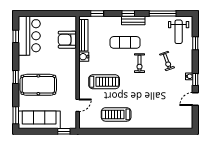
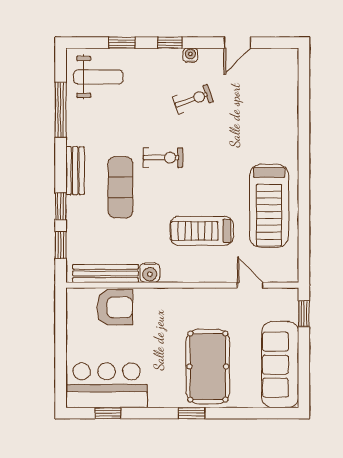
window: (128, 13) -> (61, 206), moved
armchair: (67, 40) -> (115, 307), turned -90
exercise bike: (167, 61) -> (193, 99), moved
window: (195, 80) -> (170, 43), moved
treadmill: (104, 82) -> (202, 231), turned -90
door: (195, 99) -> (237, 43), hinge flipped
treadmill: (116, 114) -> (269, 206), width x1.37, depth x1.38
window: (16, 115) -> (271, 413), removed

